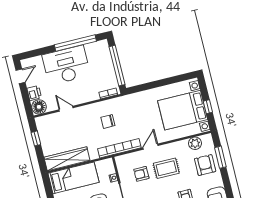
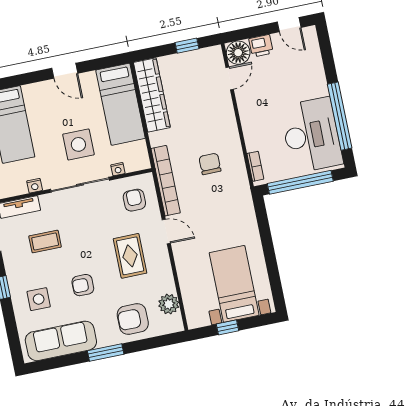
desk: (66, 65) -> (311, 135), moved
door: (66, 109) -> (230, 78), moved
bed with nightstands: (183, 110) -> (234, 284), width x0.73
window: (220, 157) -> (106, 352), moved
armchair: (205, 165) -> (133, 319), turned 180
armchair: (141, 174) -> (134, 200), moved

